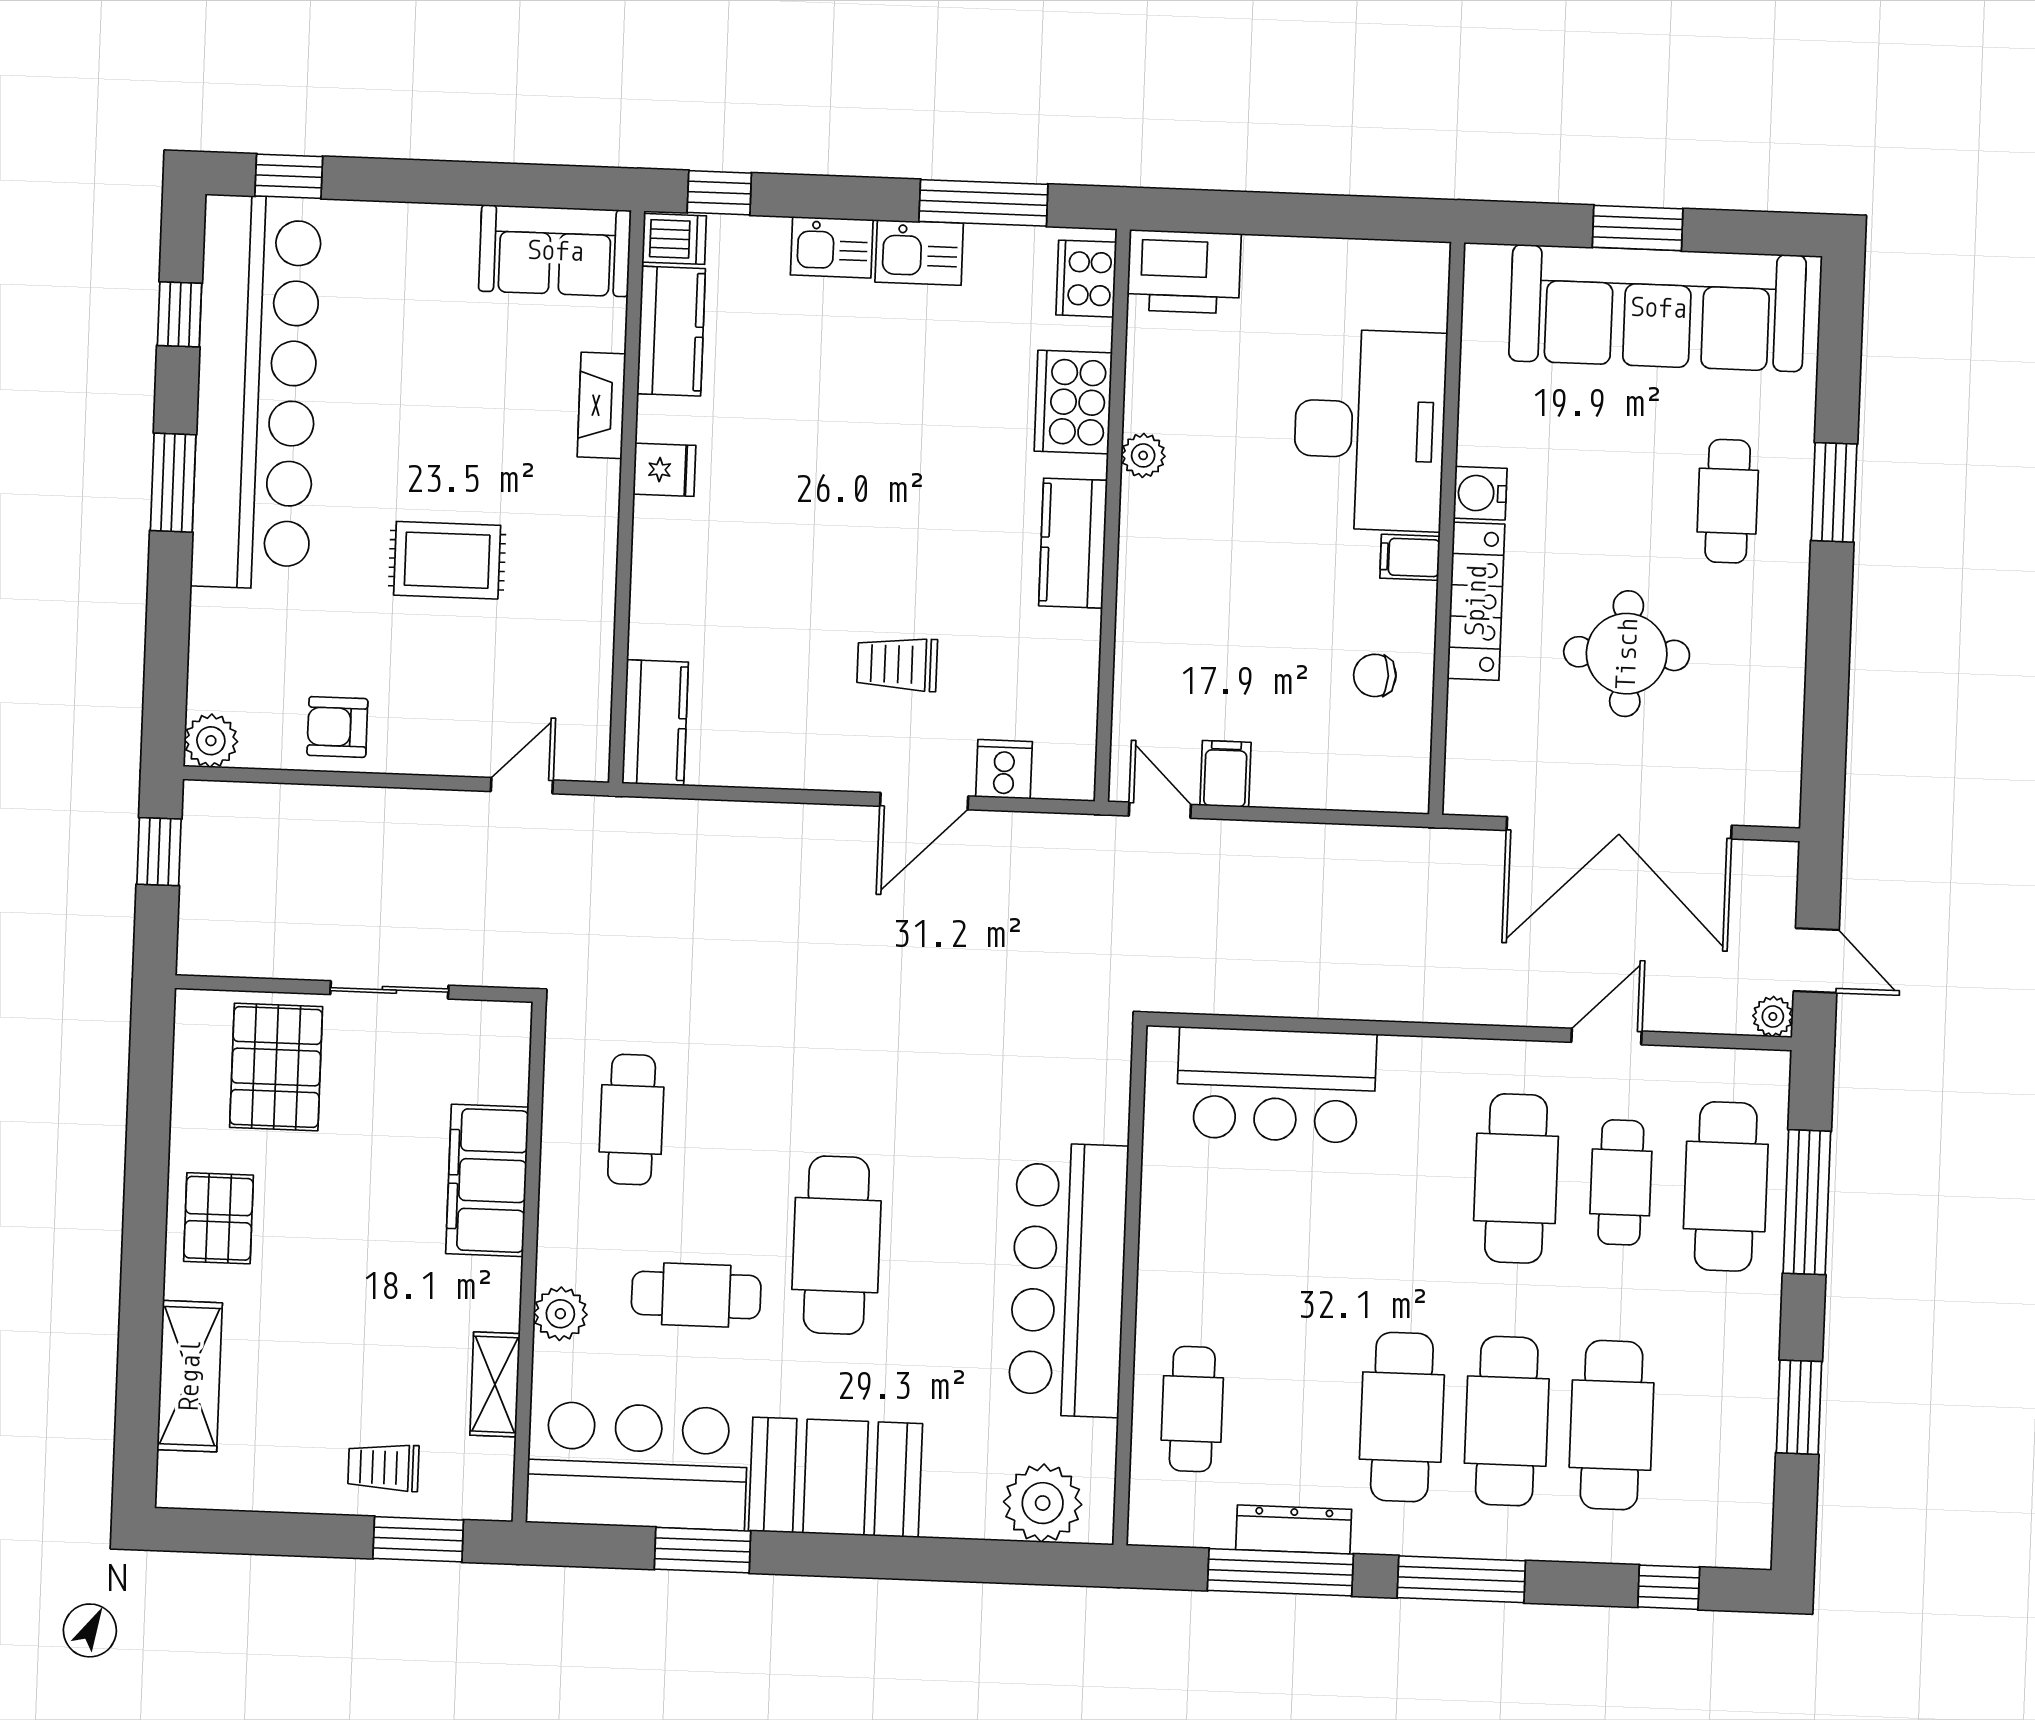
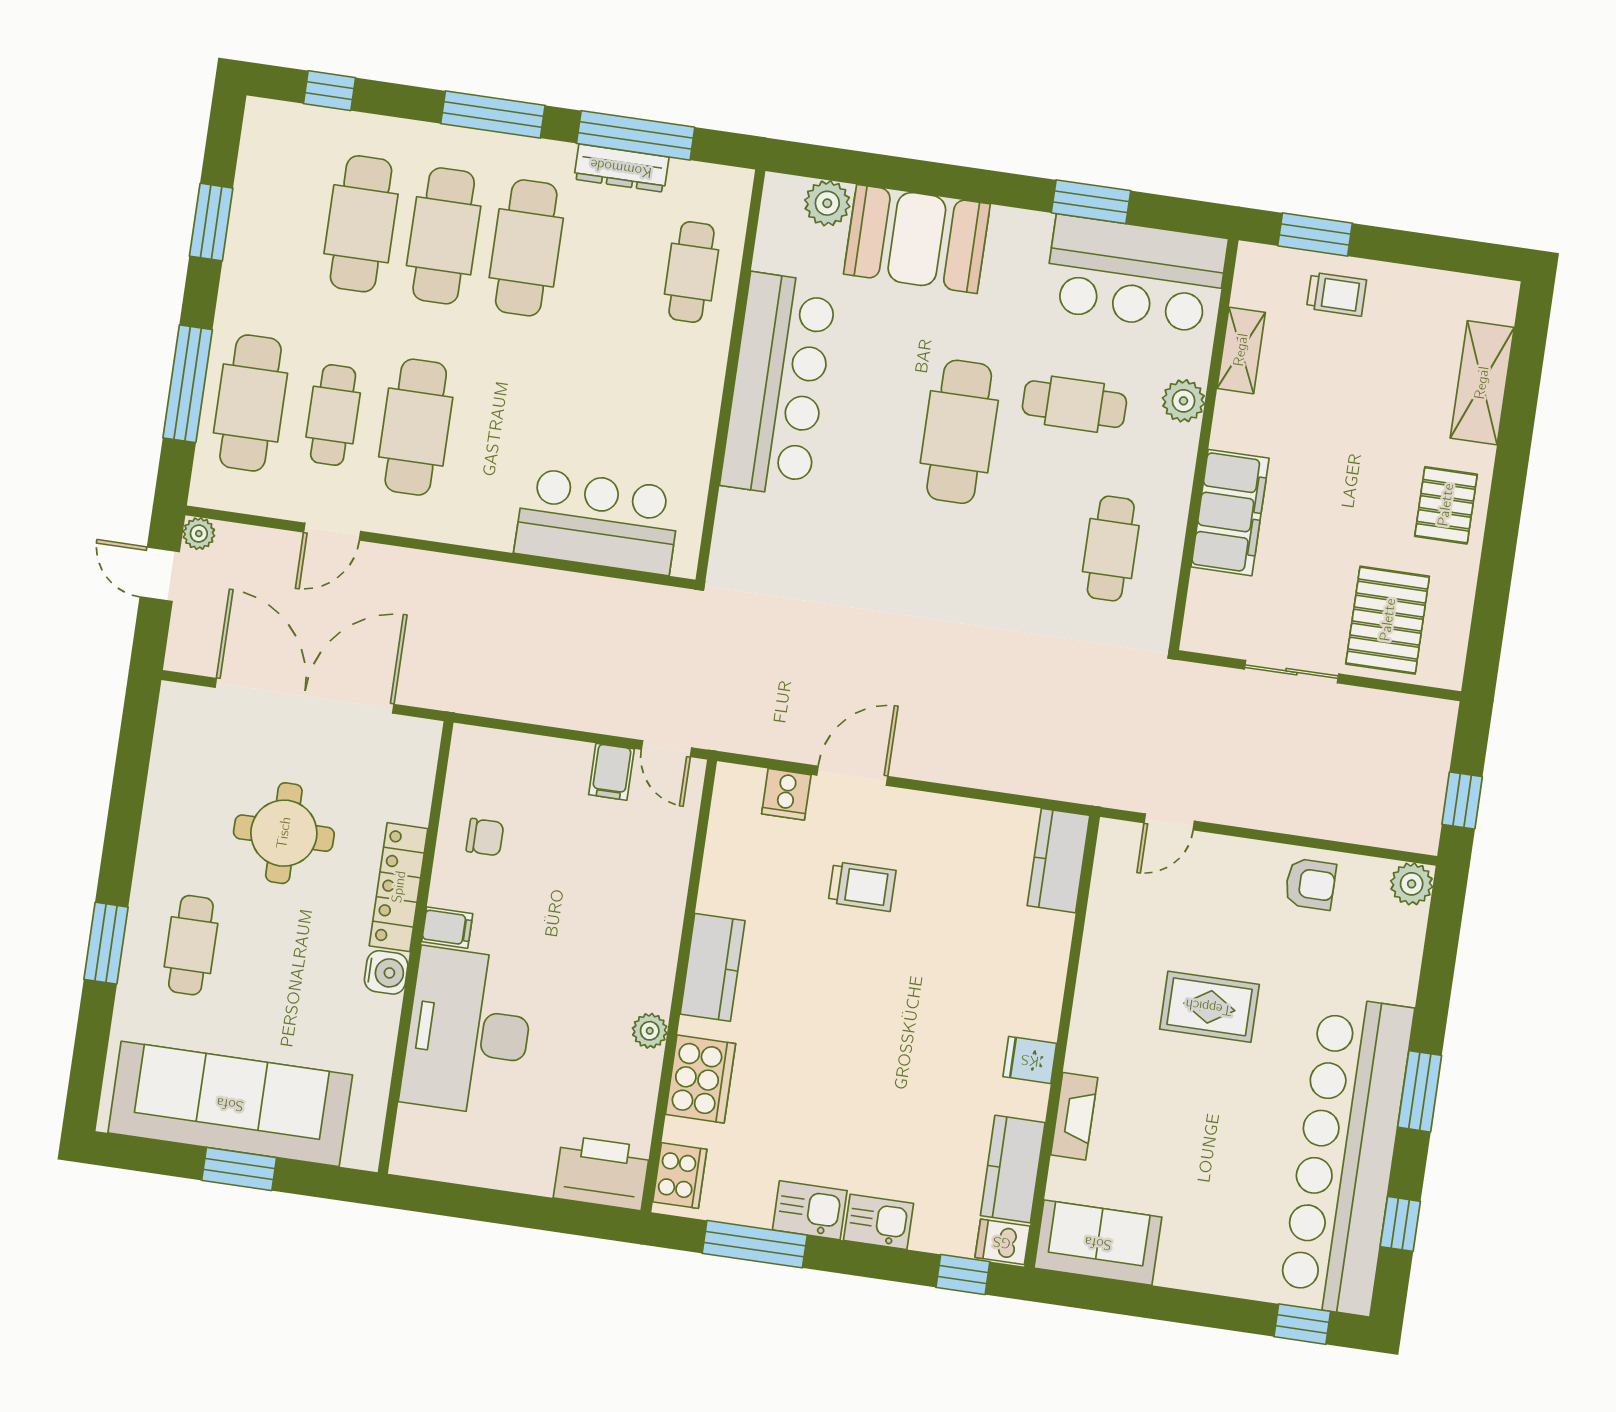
booth: (836, 1477) -> (917, 239), moved
plant: (1043, 1503) -> (827, 203), width x0.73, depth x0.73

